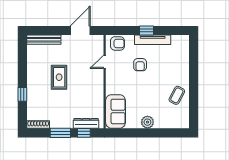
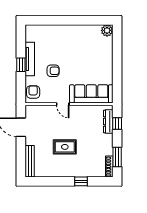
door: (105, 62) -> (63, 104), moved
coffee table: (177, 95) -> (82, 36), removed
sofa: (116, 111) -> (91, 94), width x1.36
plant: (147, 122) -> (107, 30), moved
window: (60, 133) -> (117, 157), moved

